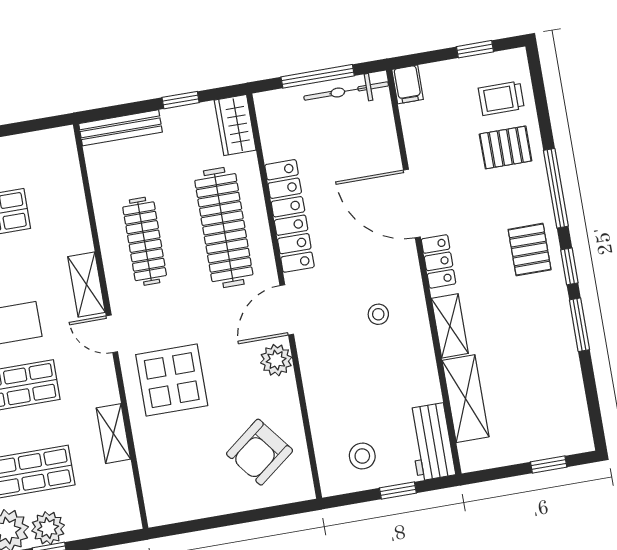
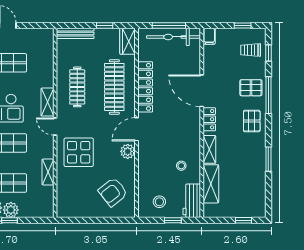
bicycle: (346, 91) -> (174, 37), width x1.37, depth x1.40
pallet: (506, 147) -> (251, 88), moved
window: (569, 266) -> (268, 53), moved
stool: (378, 314) -> (181, 166), moved

